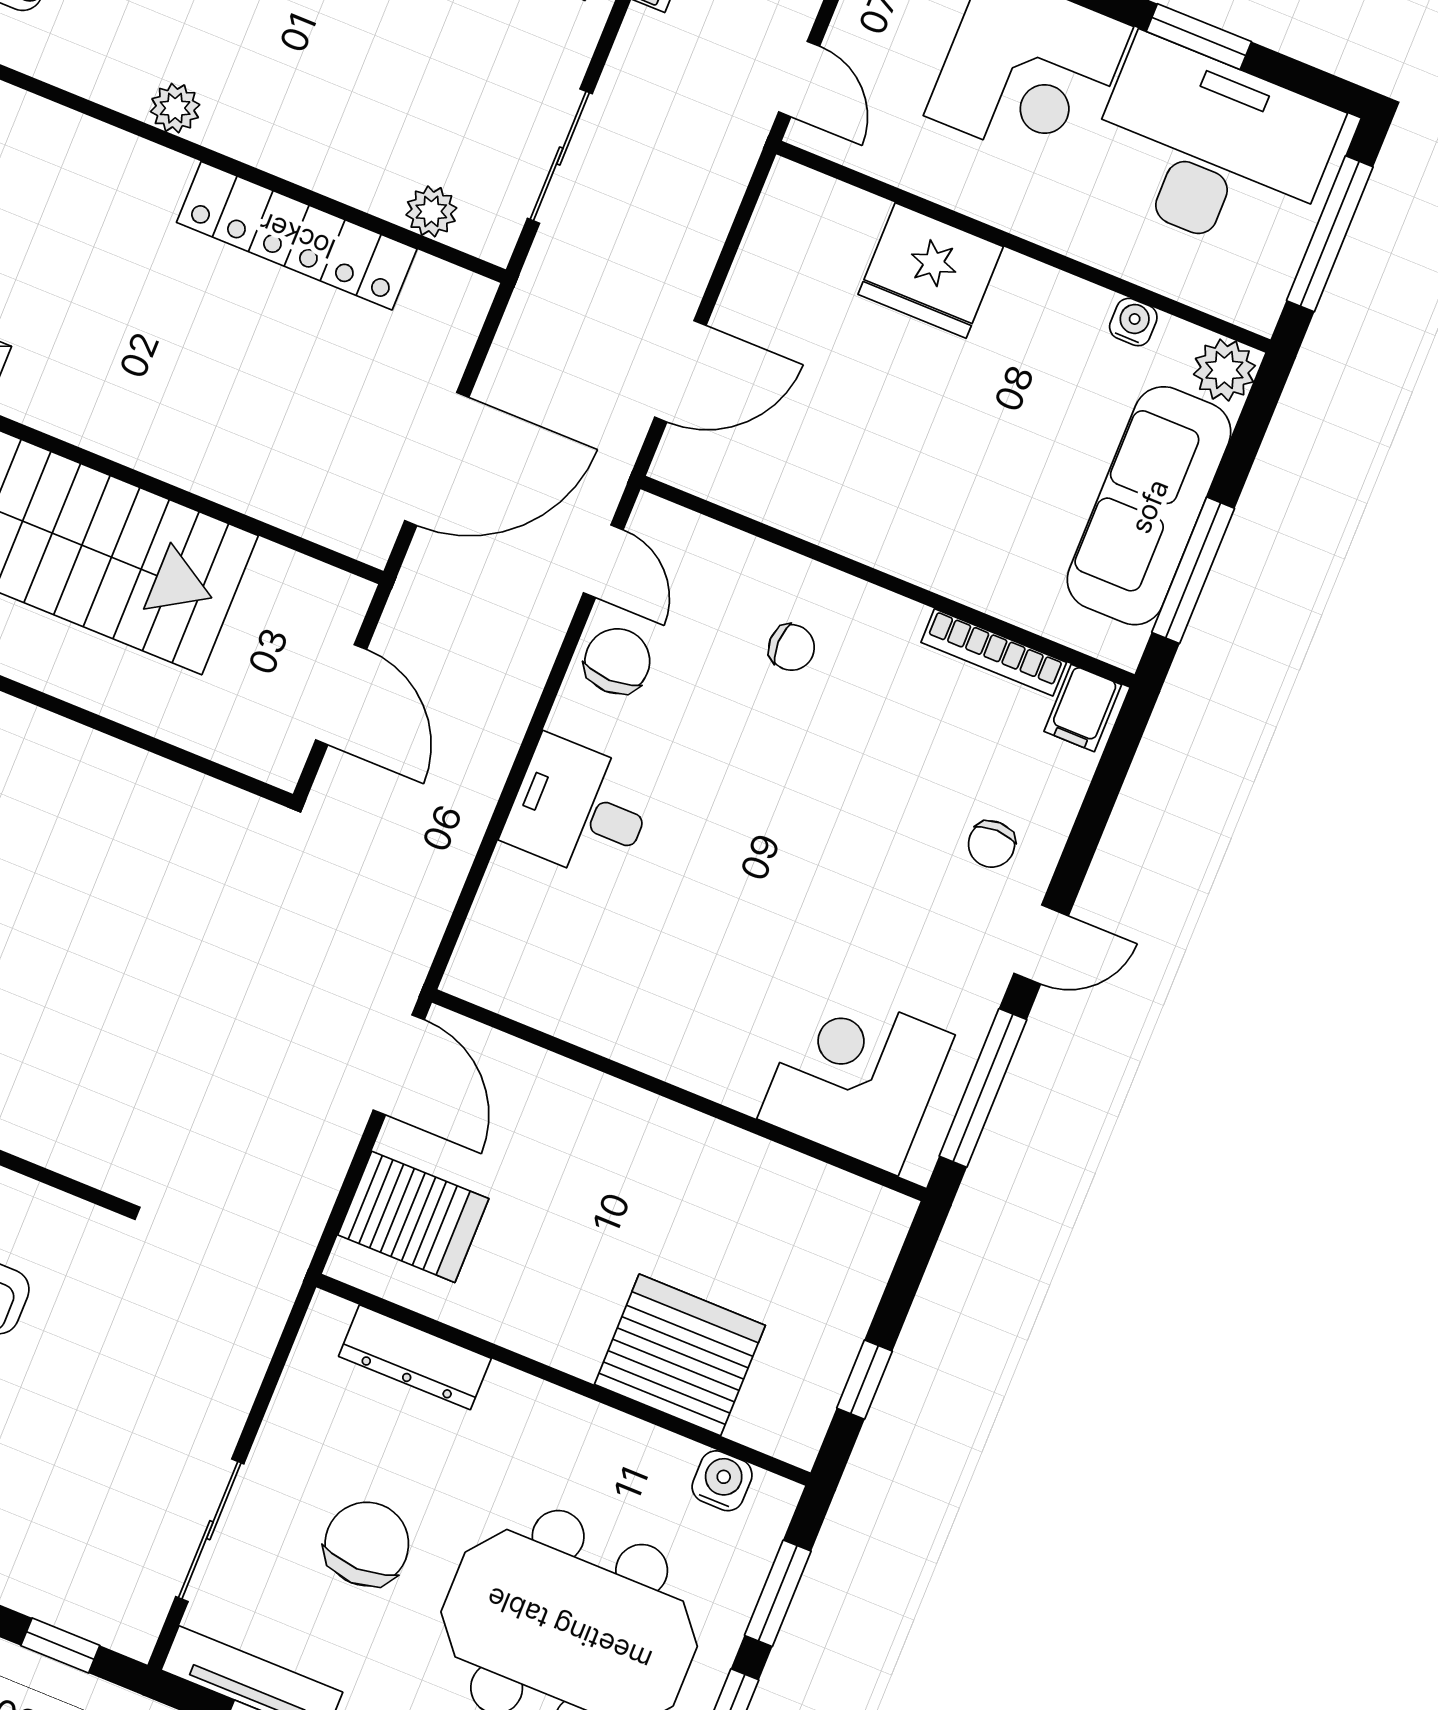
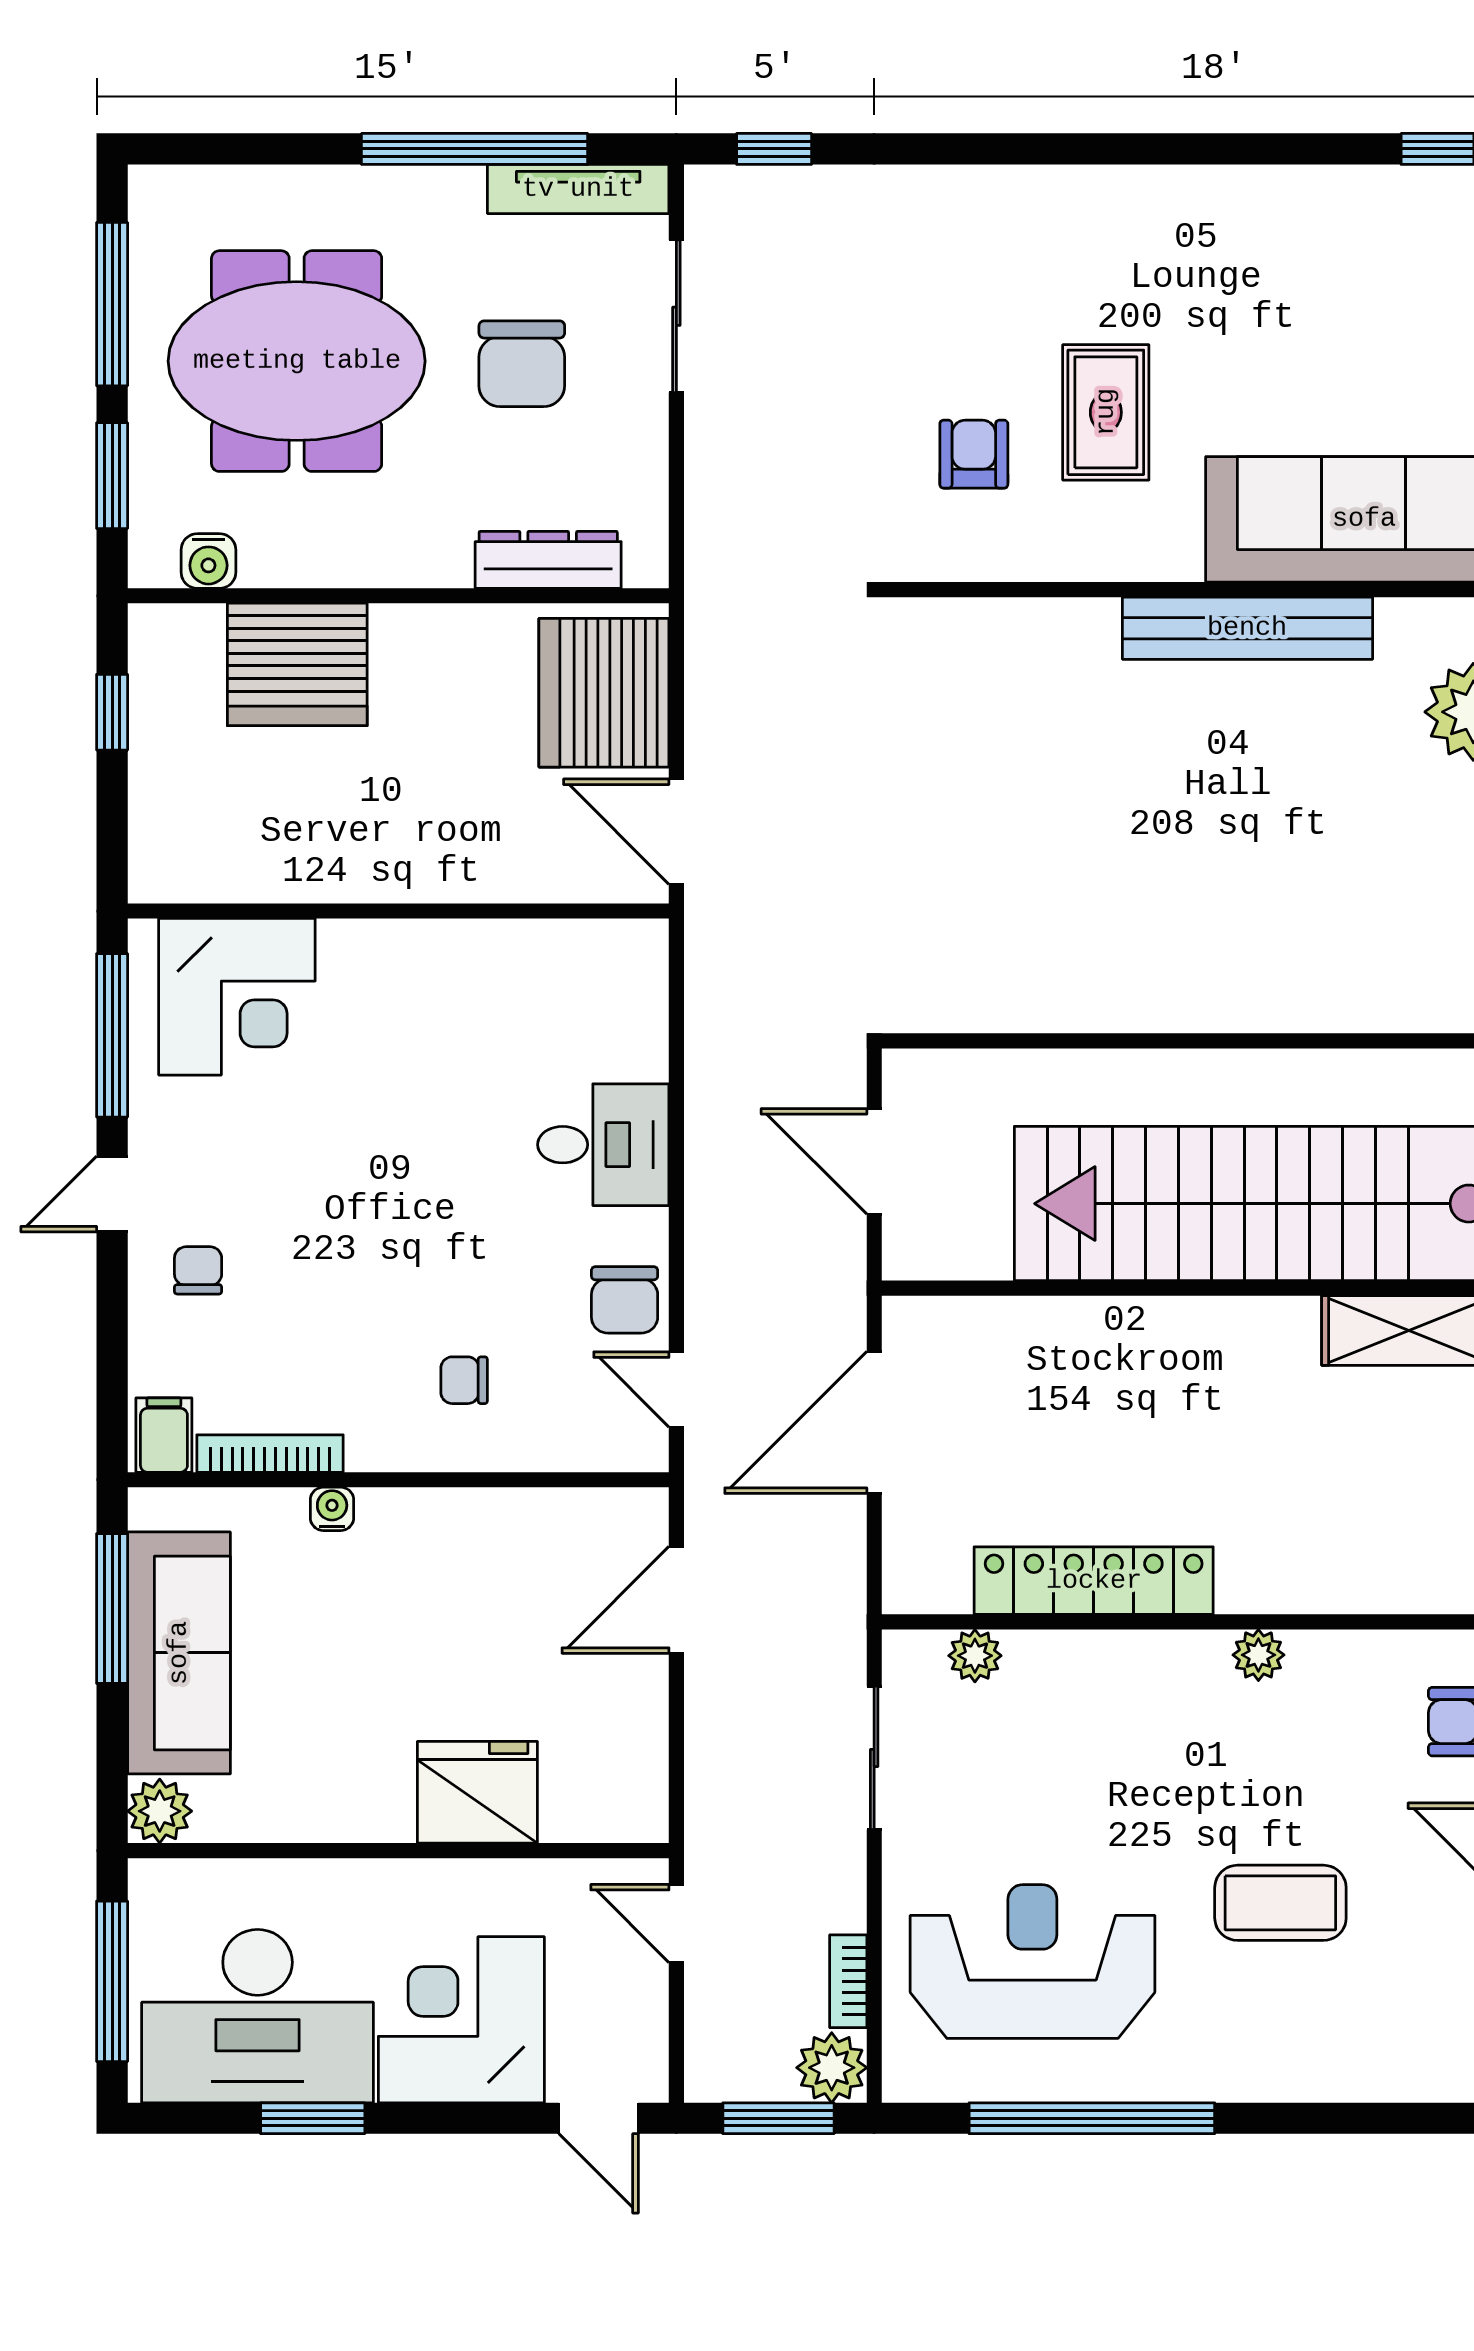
water cooler: (1133, 322) -> (332, 1509), moved, turned 180
server rack: (413, 1217) -> (604, 693), width x1.60

